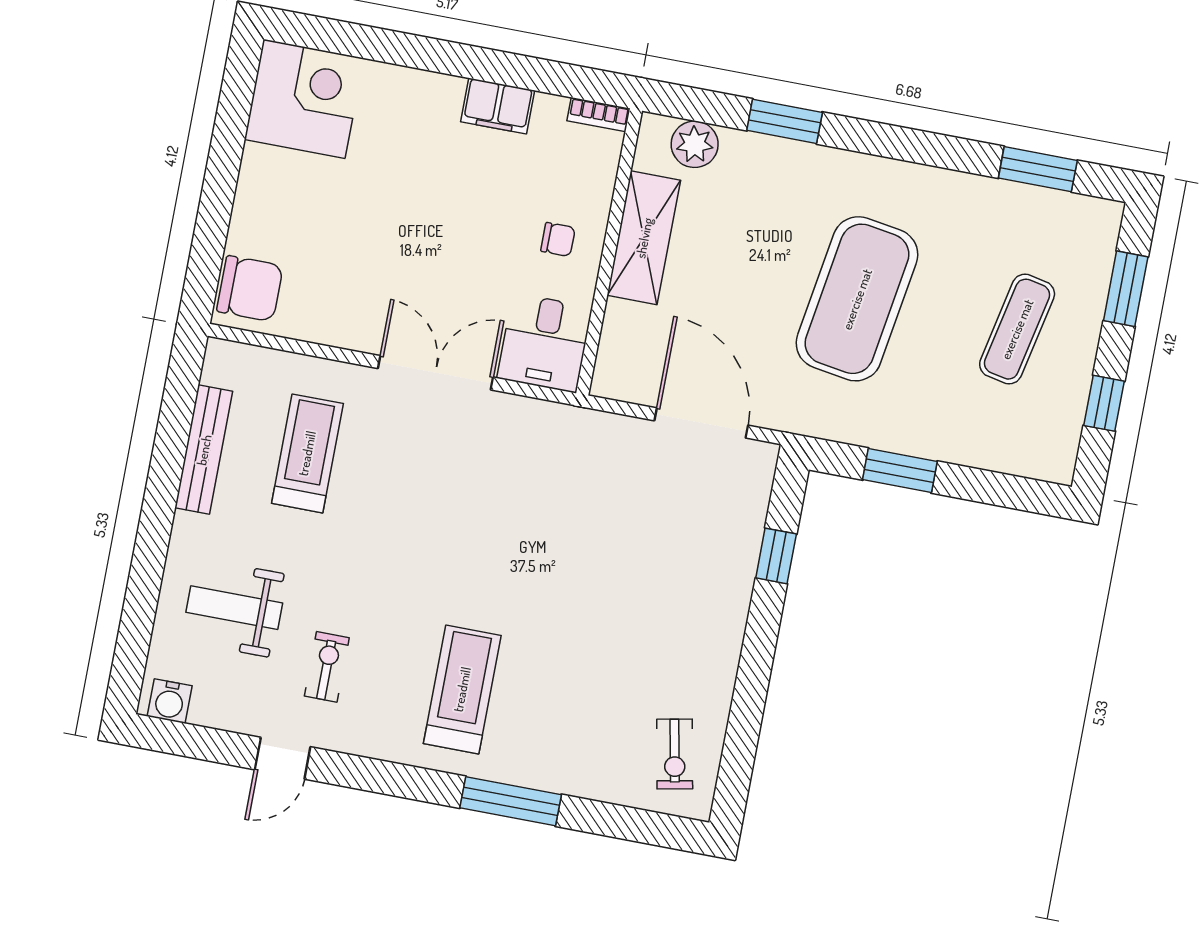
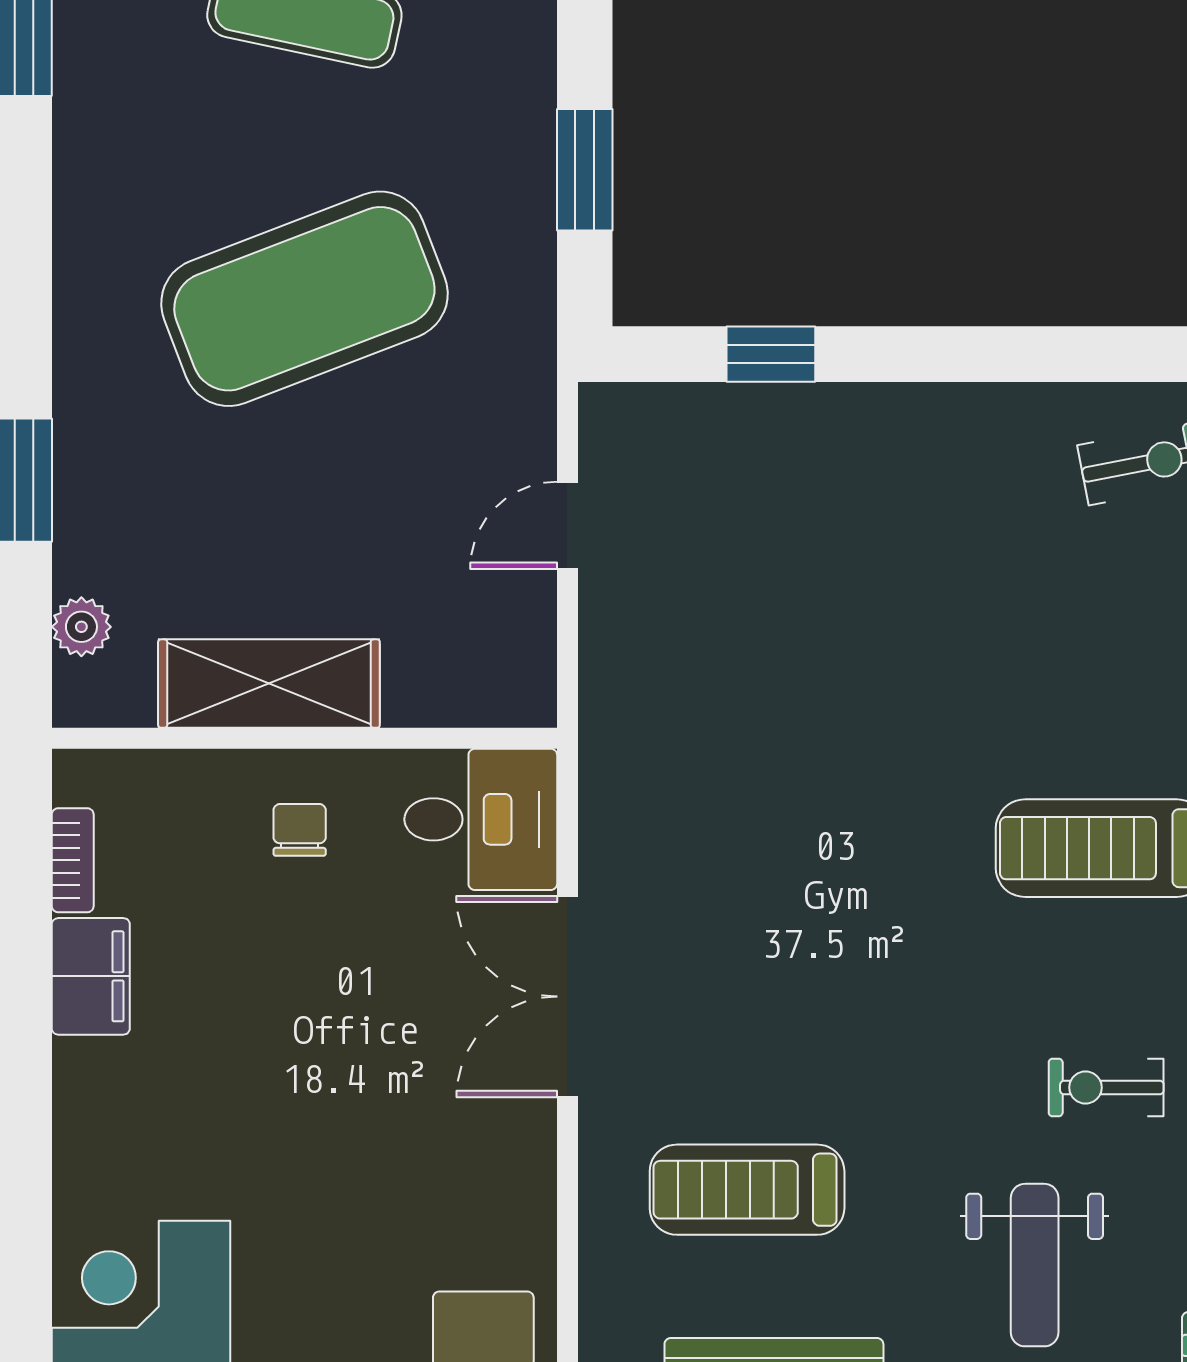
bookcase: (599, 115) -> (73, 860), moved
plant: (695, 144) -> (81, 627), width x0.73, depth x0.73
exercise mat: (857, 299) -> (304, 299), turned -30
door: (701, 423) -> (567, 525), width x0.53

